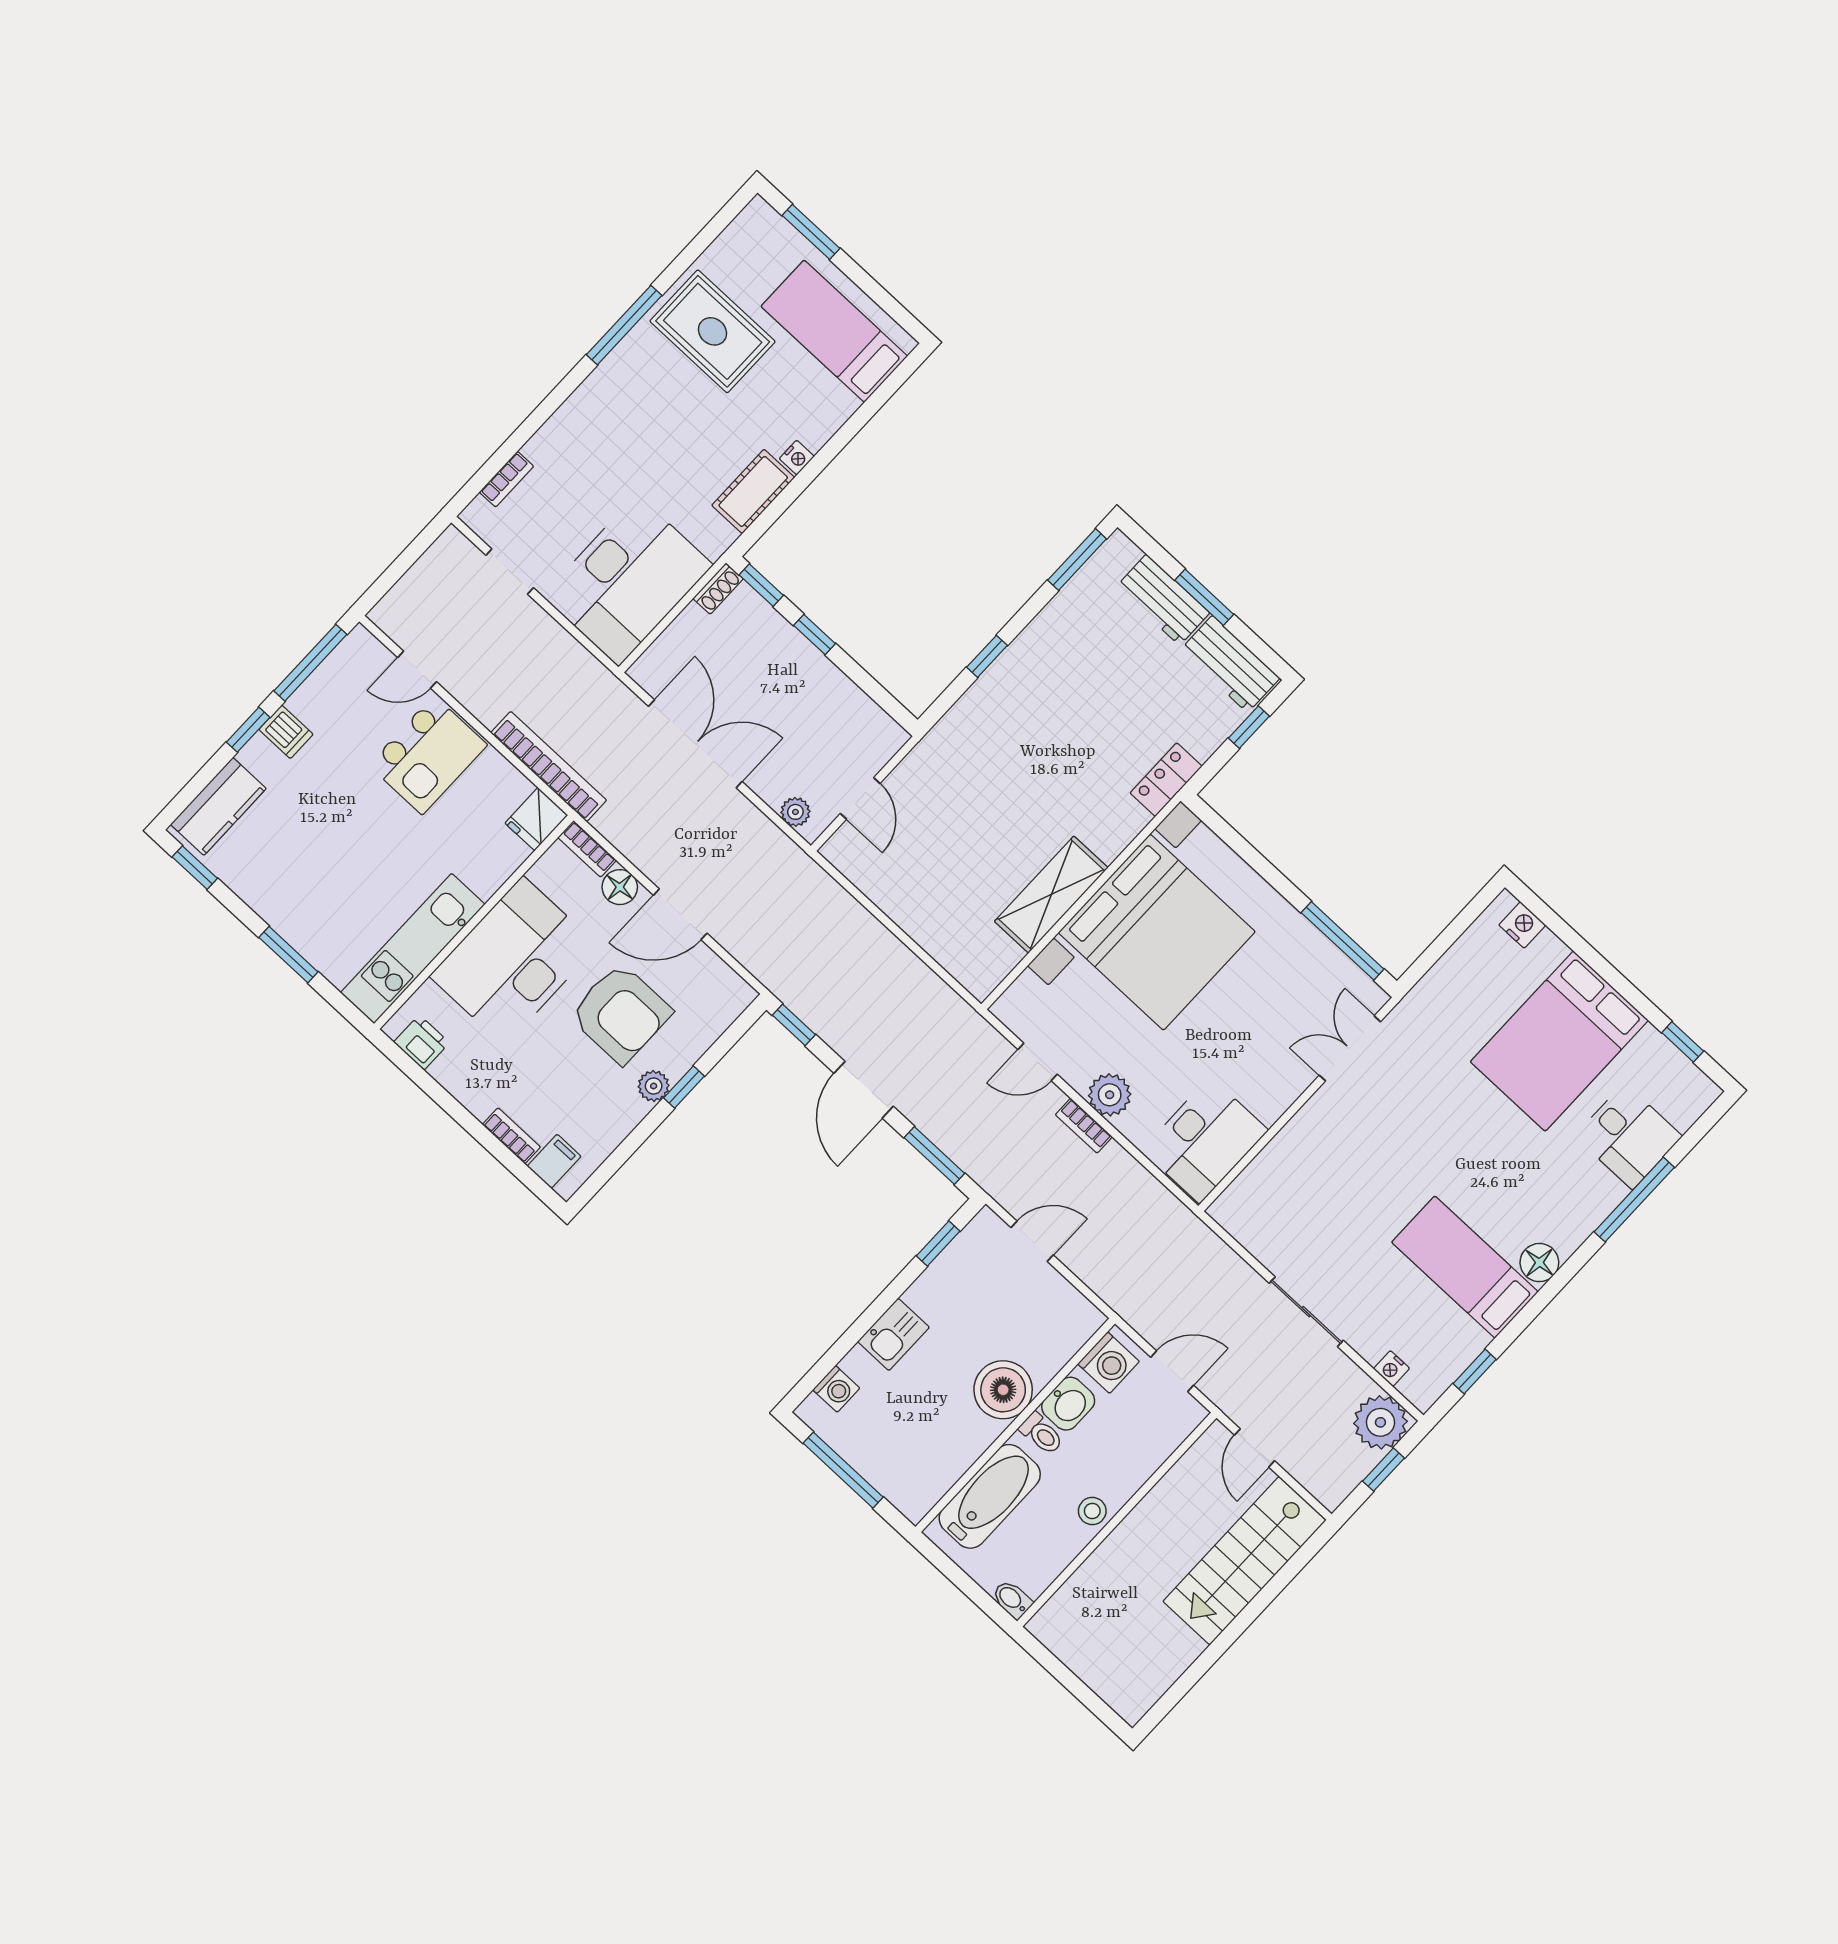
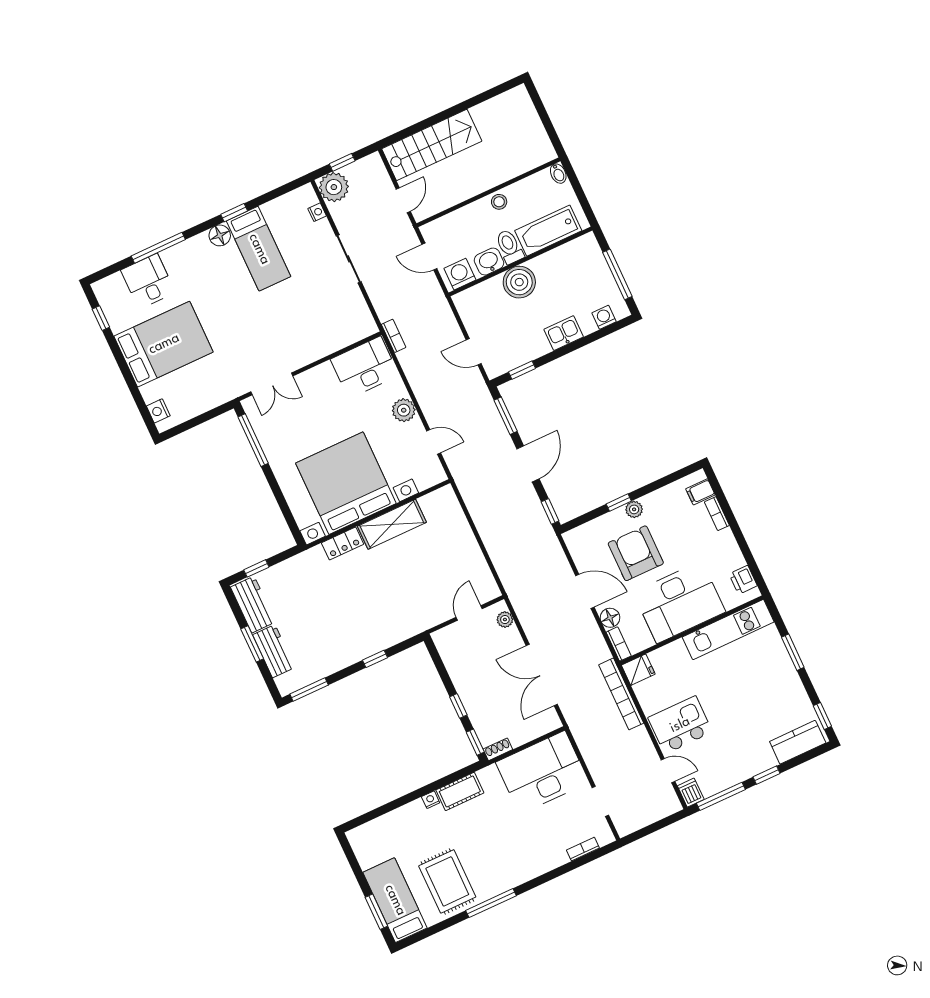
bed: (834, 331) -> (395, 900), moved, turned 180
dishwasher: (286, 732) -> (691, 793), moved
locker: (1166, 780) -> (343, 544), moved
bookcase: (1084, 1126) -> (394, 336), moved
window: (1475, 1372) -> (234, 213), moved
toilet: (1041, 1434) -> (509, 247), width x1.37, depth x1.39

